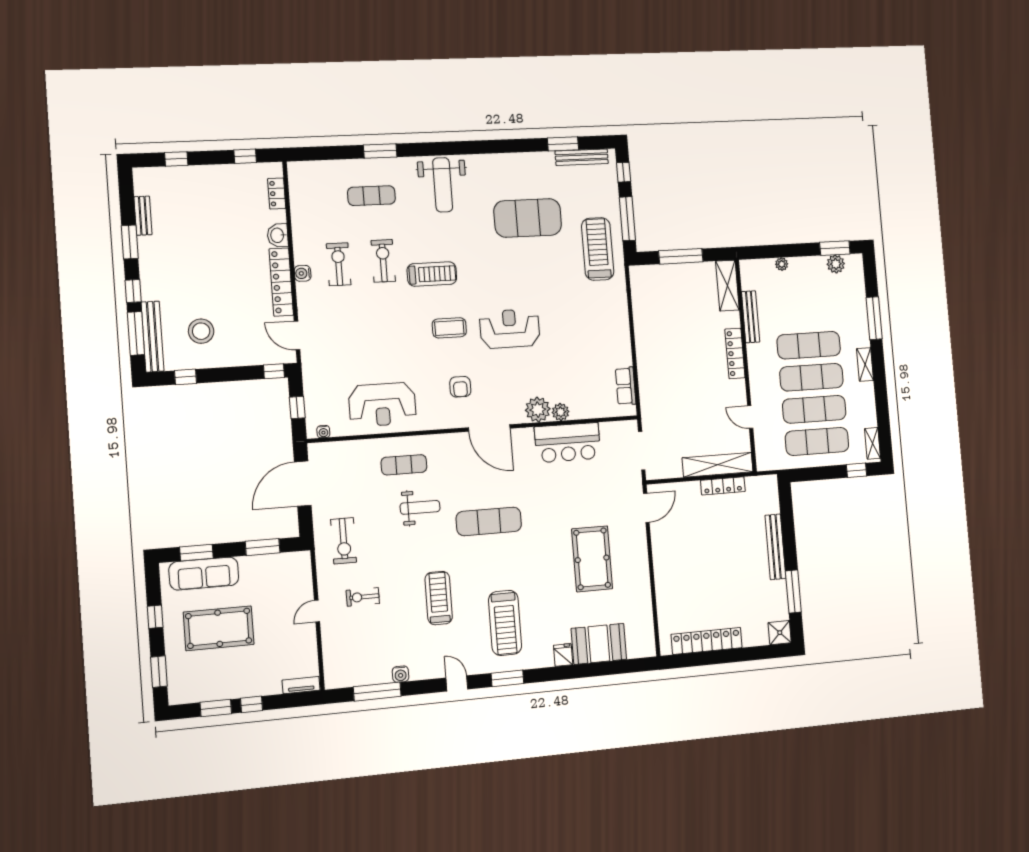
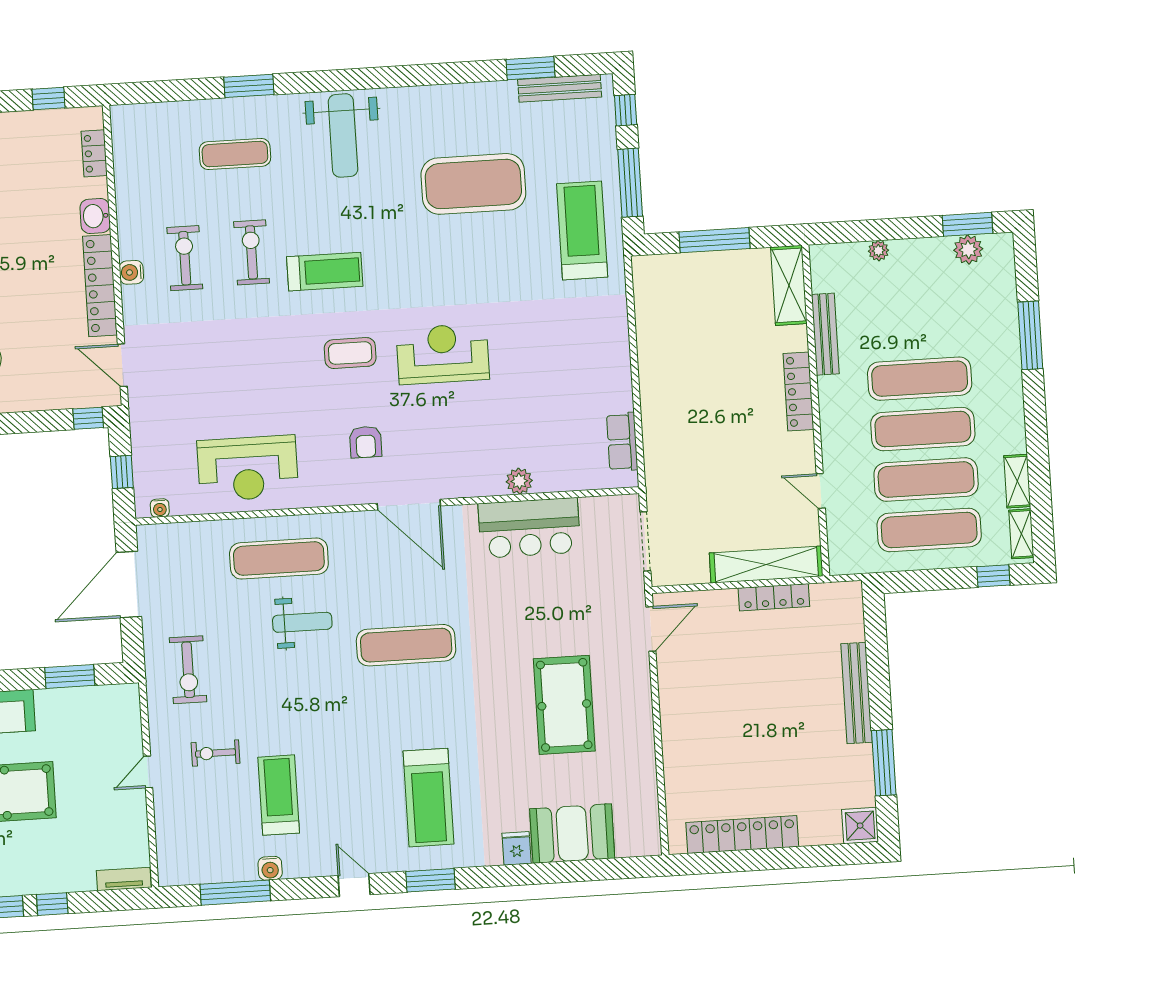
shelving: (865, 364) -> (1017, 481), moved
plant: (538, 410) -> (484, 477), removed
exercise mat: (404, 465) -> (279, 559), width x1.36, depth x1.45
treadmill: (439, 598) -> (279, 795), moved

